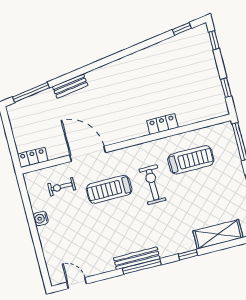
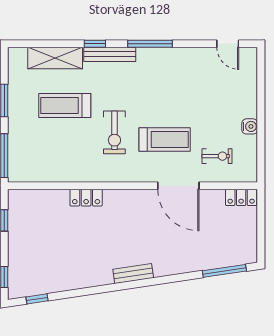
bench: (70, 86) -> (133, 274), moved
treadmill: (191, 160) -> (65, 105), moved
bench: (137, 258) -> (110, 54), moved

